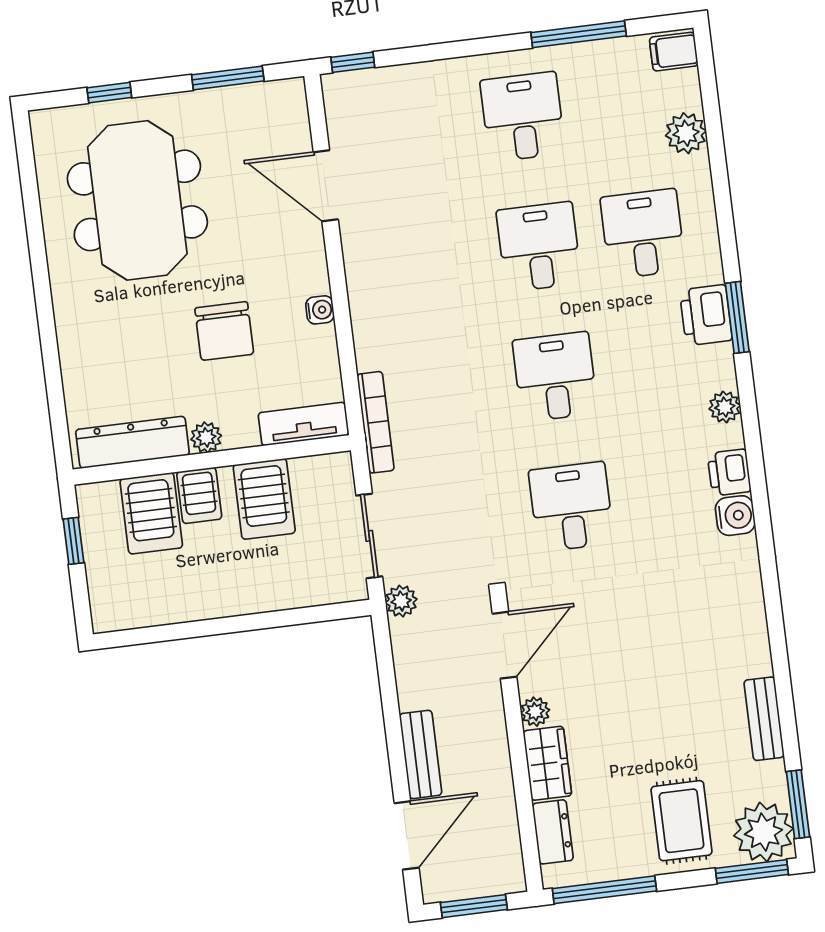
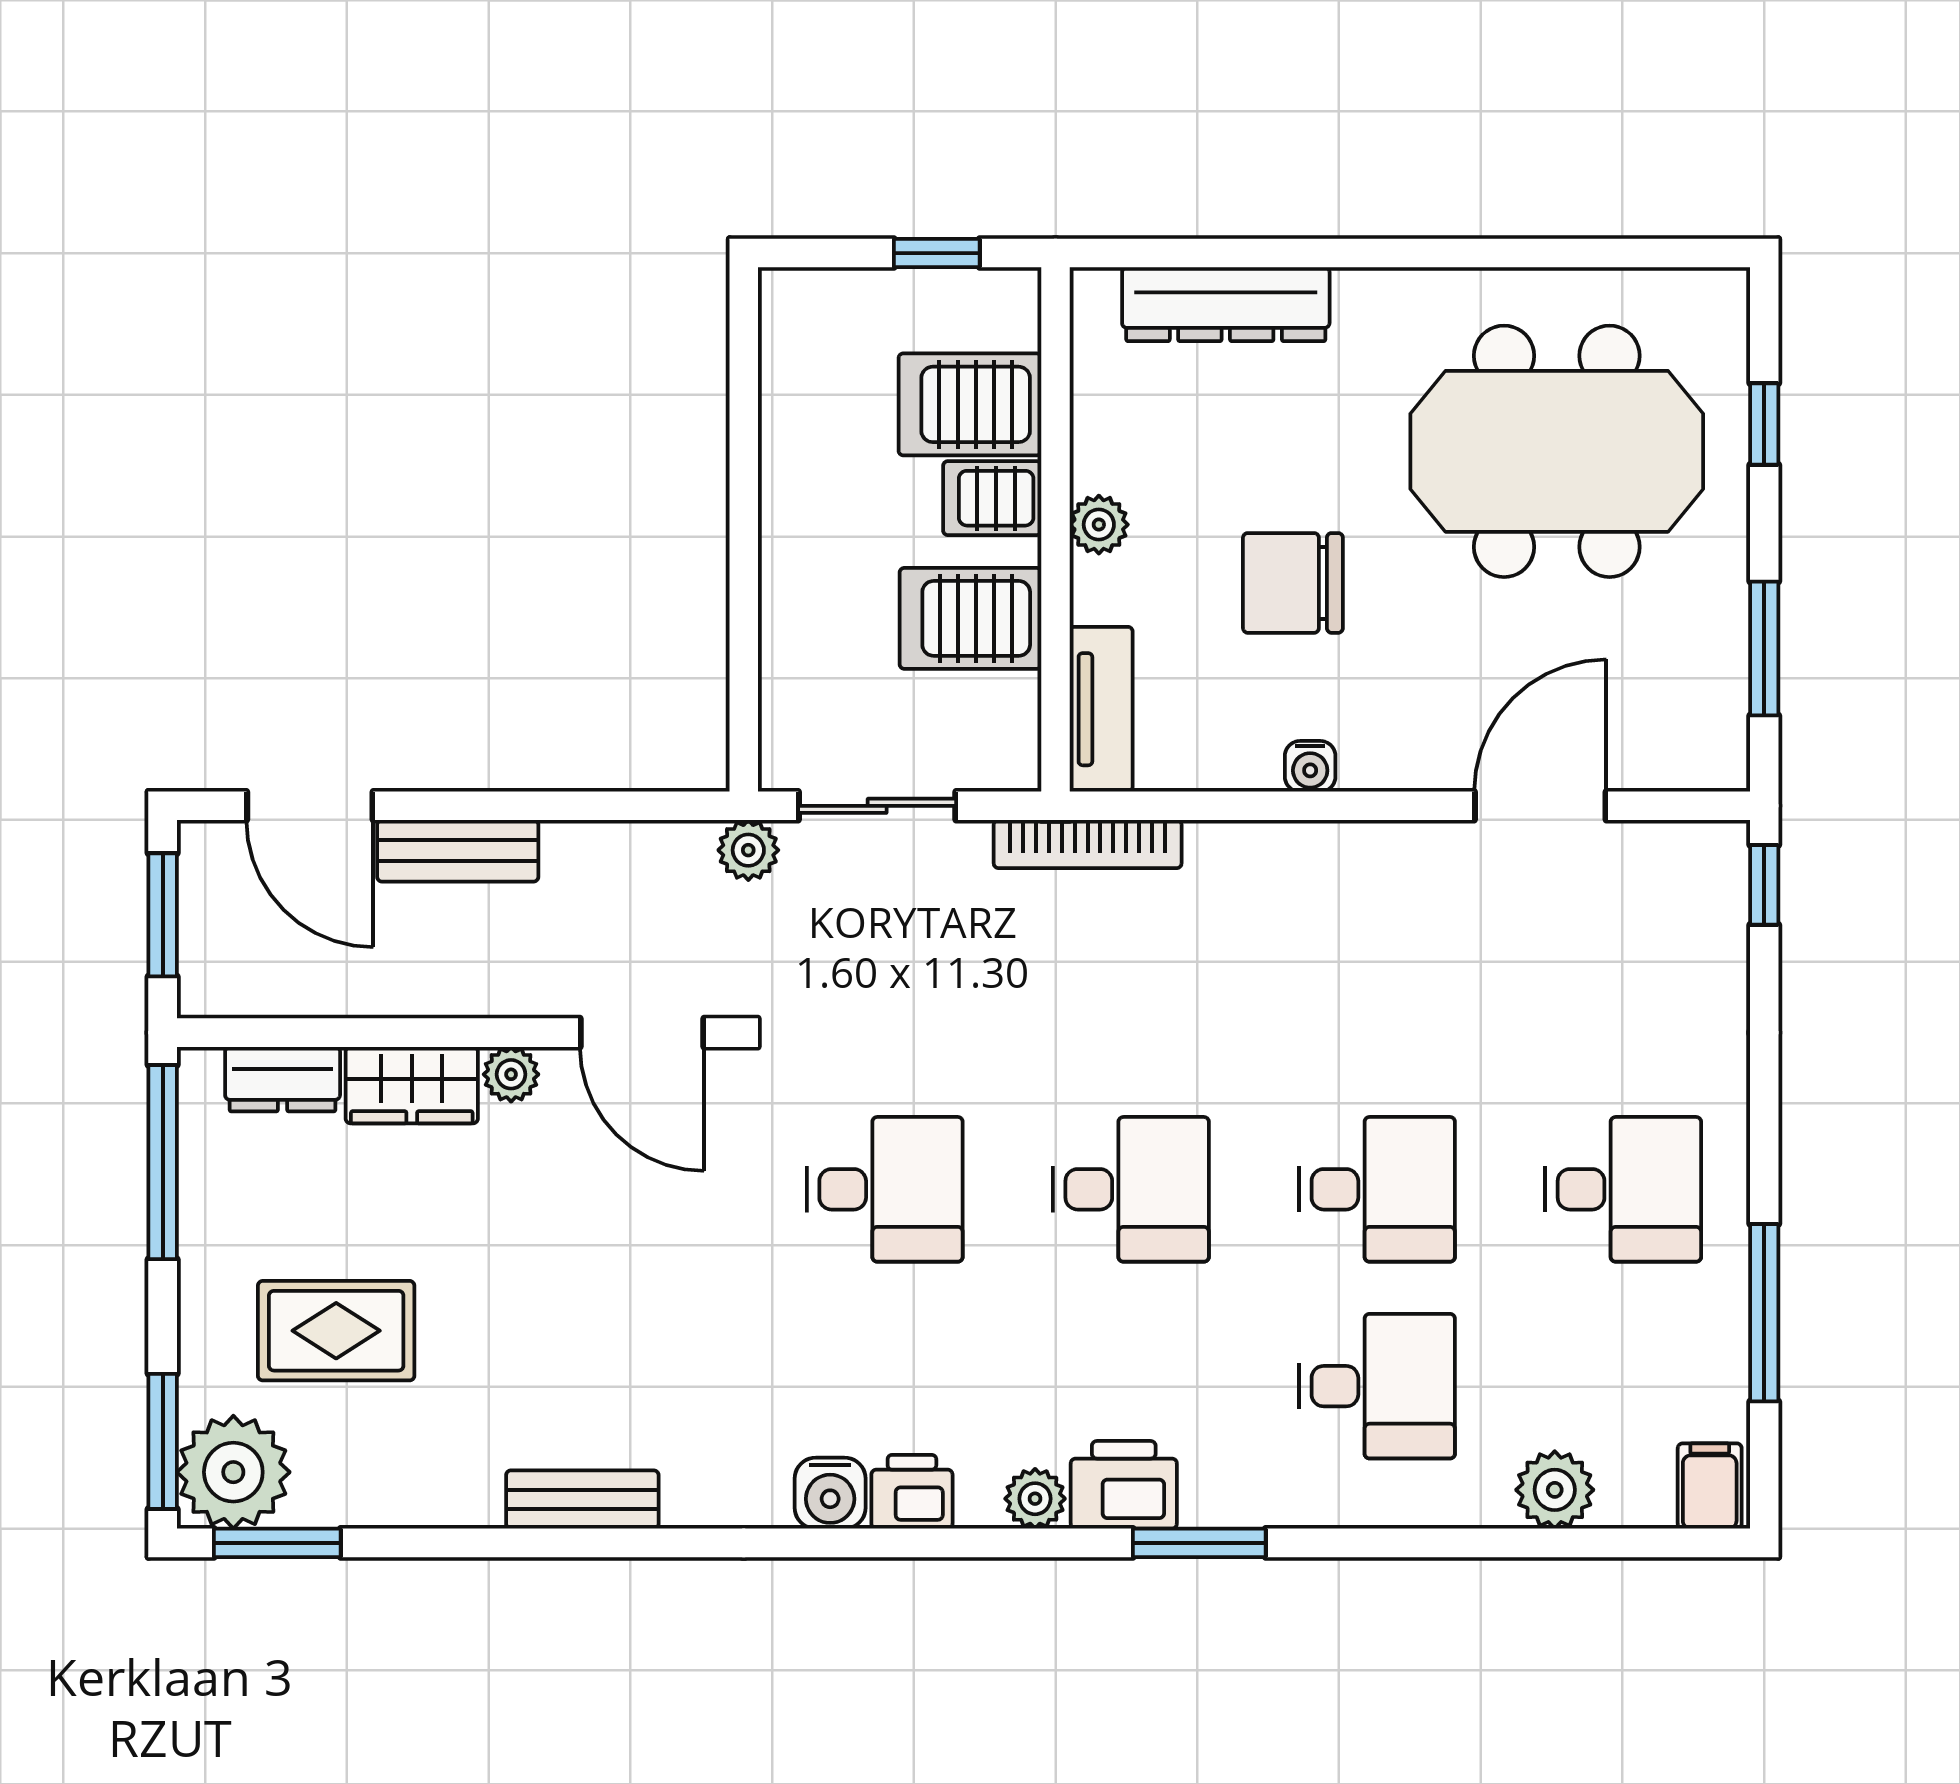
printer: (706, 315) -> (1124, 1485), moved
dresser: (132, 442) -> (1226, 304), moved, turned 90
bench: (764, 719) -> (582, 1500), moved
rug: (682, 821) -> (336, 1331), moved

